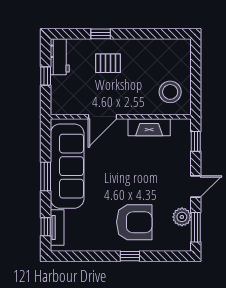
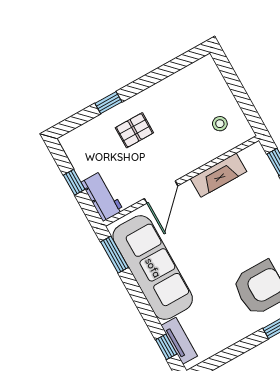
workbench: (60, 57) -> (102, 196), moved
stool: (170, 92) -> (220, 124), width x0.53, depth x0.53
window: (46, 176) -> (115, 255), moved

